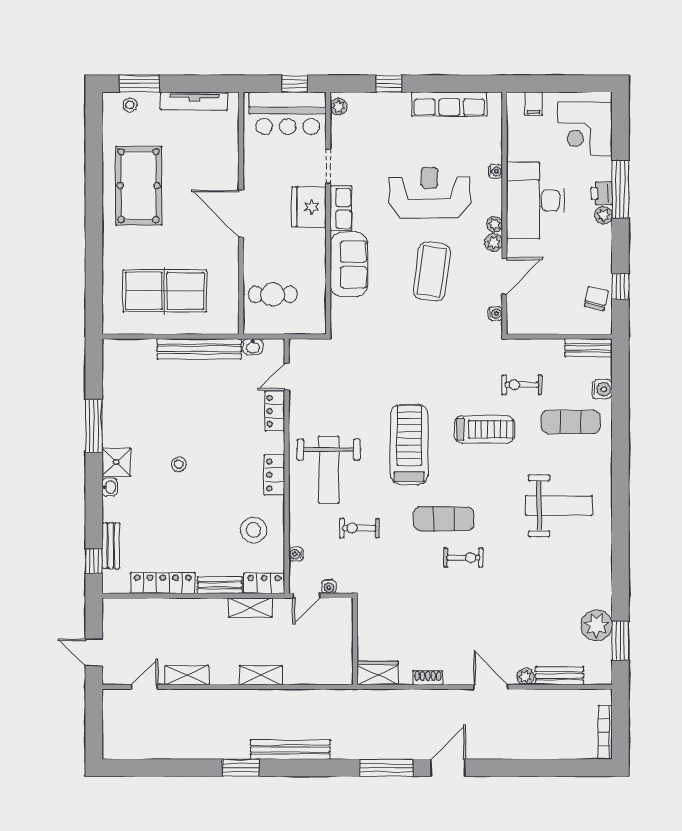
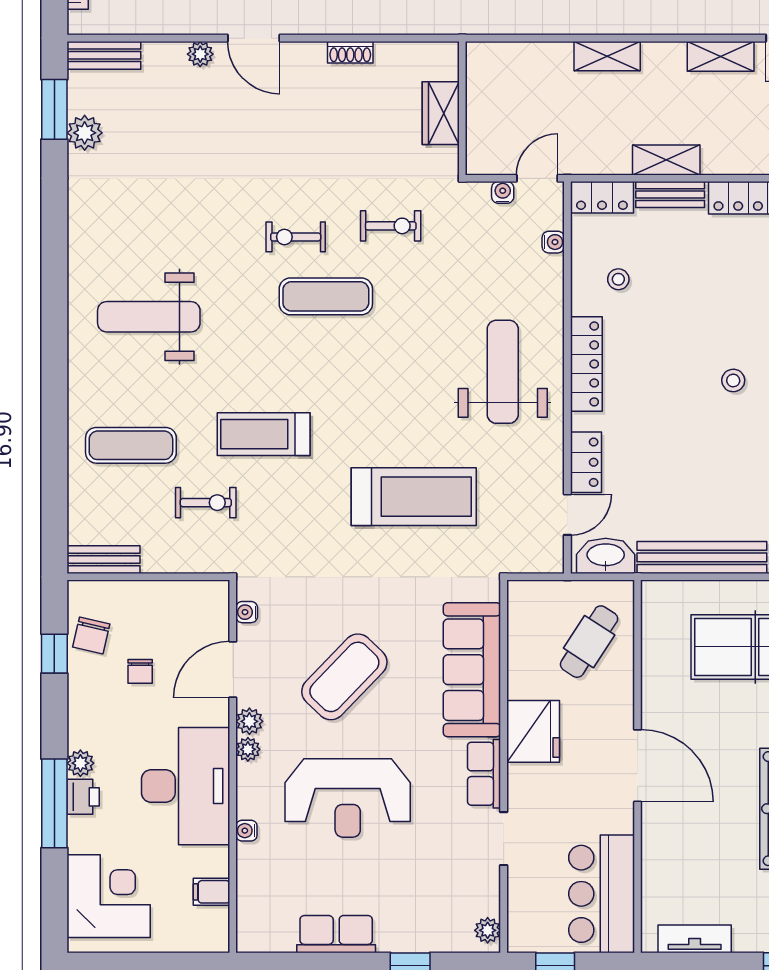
tv unit: (194, 101) -> (695, 939), width x0.71
row of seats: (449, 104) -> (336, 934), width x0.68
filing cabinet: (534, 104) -> (211, 892), moved, turned -90
bar counter: (288, 113) -> (602, 894), moved, turned -90
fridge: (309, 207) -> (533, 731), moved
sofa: (349, 265) -> (472, 670), width x1.36
coffee table: (432, 271) -> (344, 677), turned 36
chair: (565, 275) -> (140, 671), added
cafe table: (273, 294) -> (589, 642), turned -57
washbasin: (253, 347) -> (606, 556), width x1.91, depth x1.45
water cooler: (602, 389) -> (82, 496), removed
treadmill: (409, 444) -> (414, 497), moved, turned -90
locker: (274, 475) -> (586, 364), width x1.53
exercise bike: (360, 528) -> (391, 226), moved
stool: (254, 530) -> (618, 279), width x0.53, depth x0.53
shelving: (250, 608) -> (666, 160), moved
plant: (597, 625) -> (85, 133), width x0.73, depth x0.73
wardrobe: (378, 673) -> (441, 113), moved, turned 90
bench: (559, 676) -> (104, 55), moved

